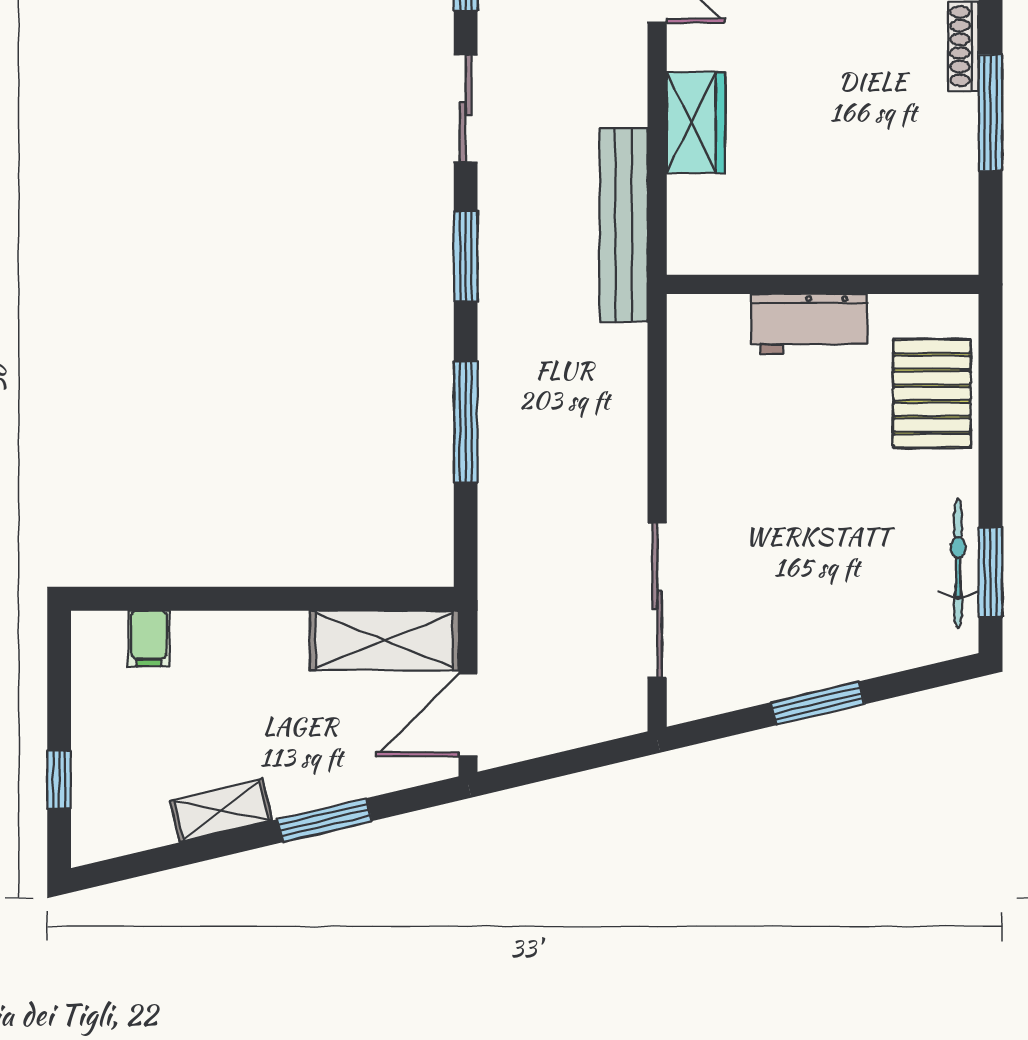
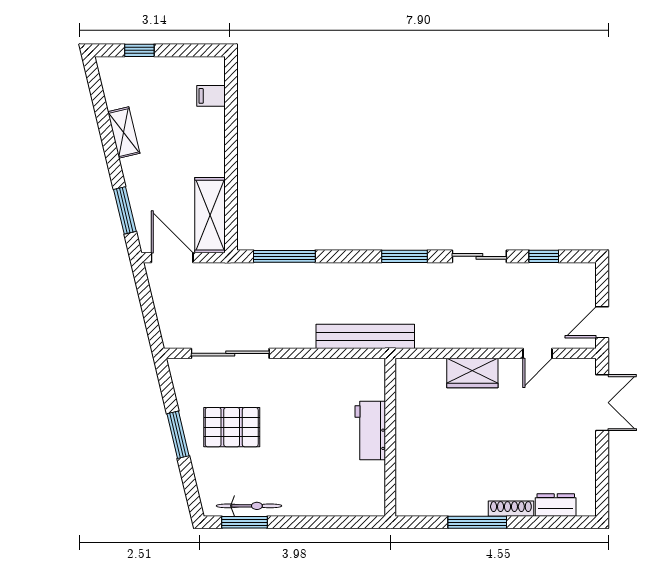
bench: (624, 225) -> (365, 336), moved
pallet: (932, 394) -> (232, 427), moved
window: (466, 422) -> (284, 256), moved
window: (325, 820) -> (125, 210), moved

